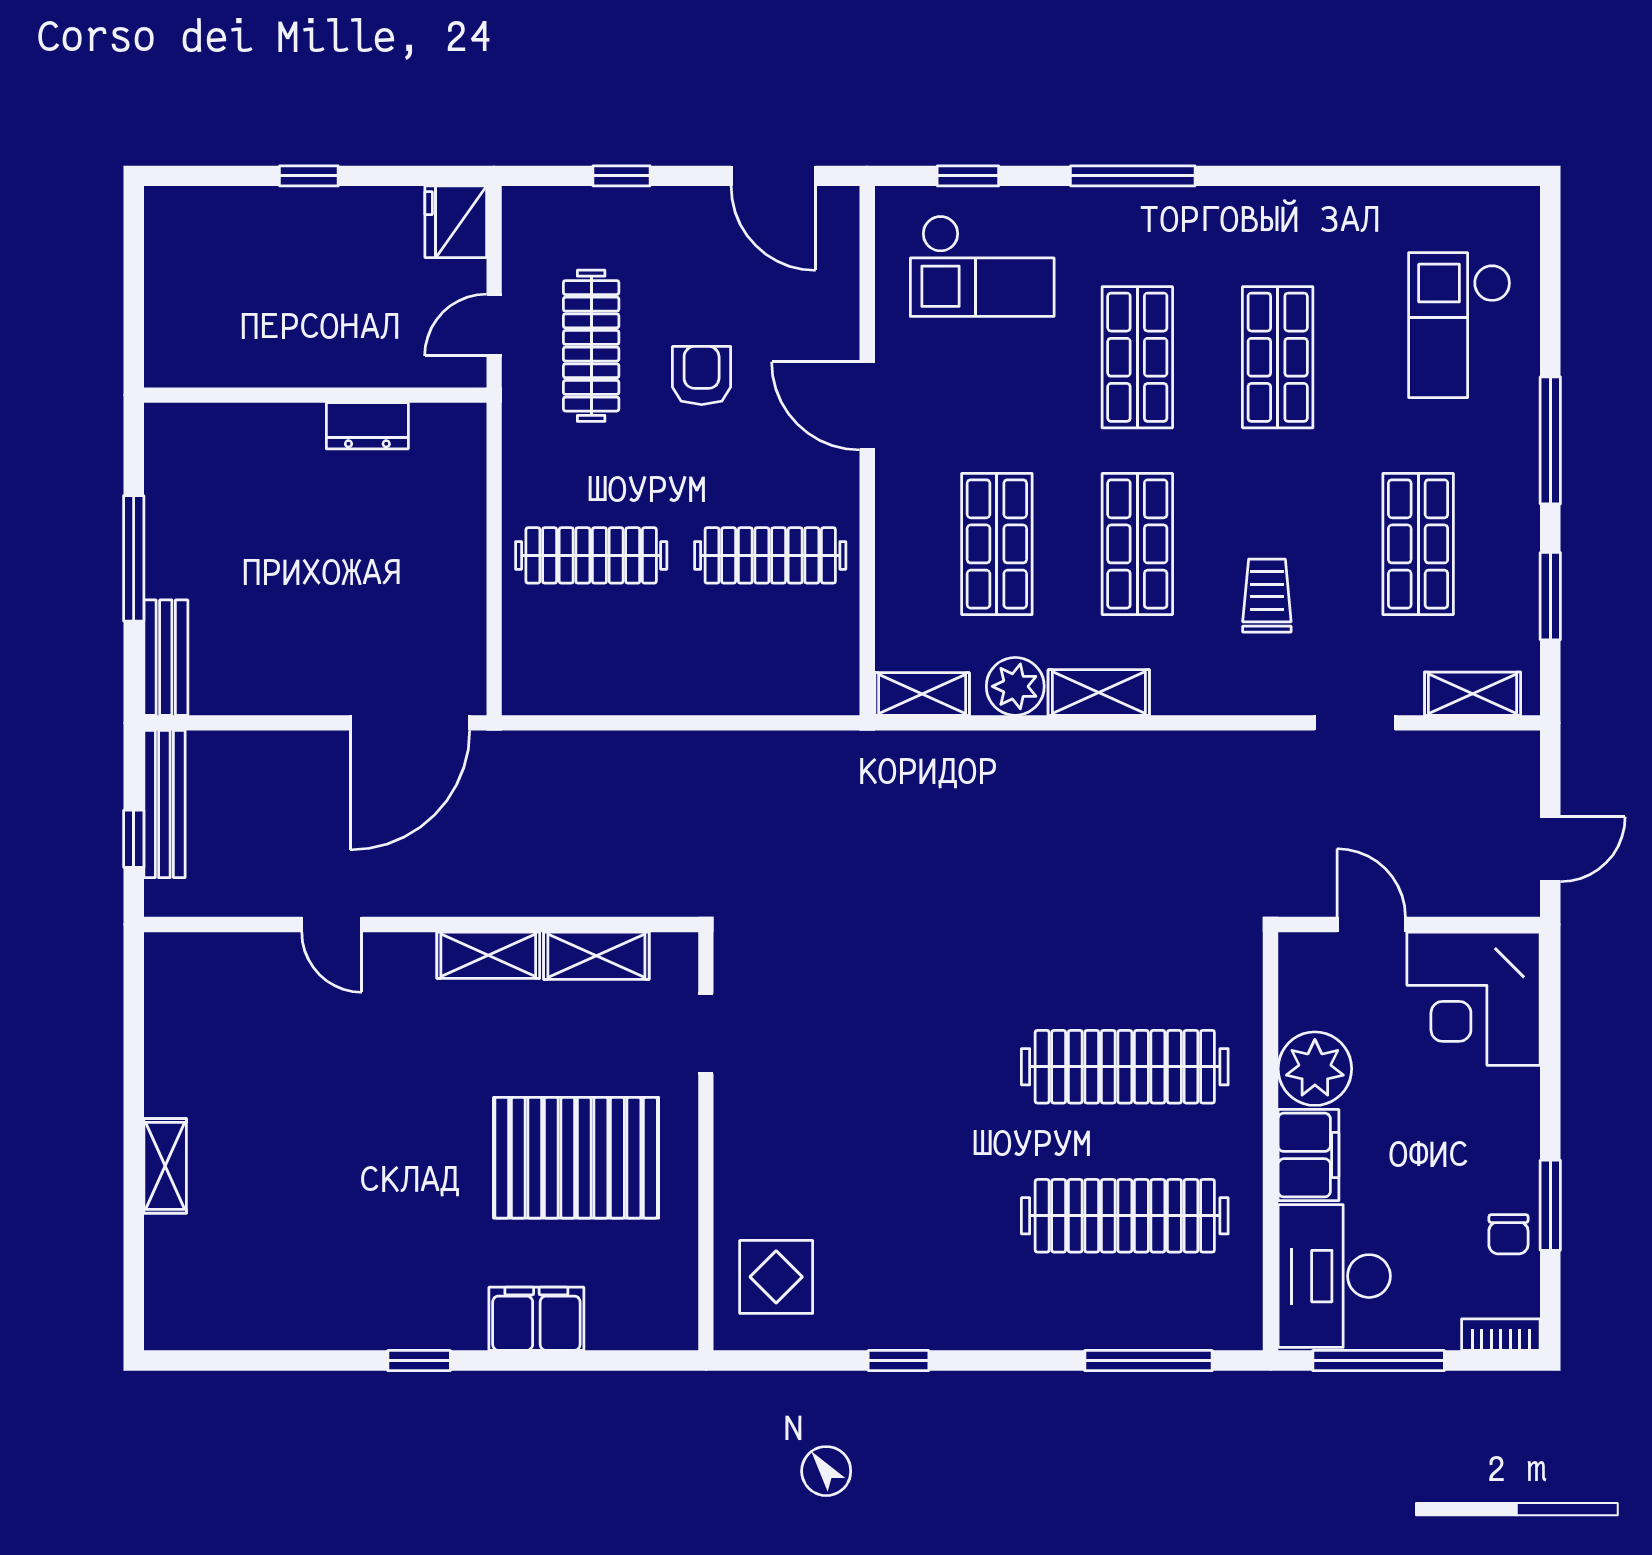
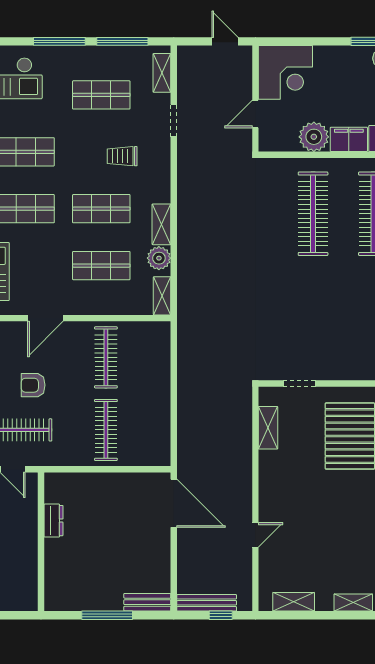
window: (1550, 596) -> (122, 41), width x1.44
shelving: (488, 955) -> (294, 602), moved, turned 90

